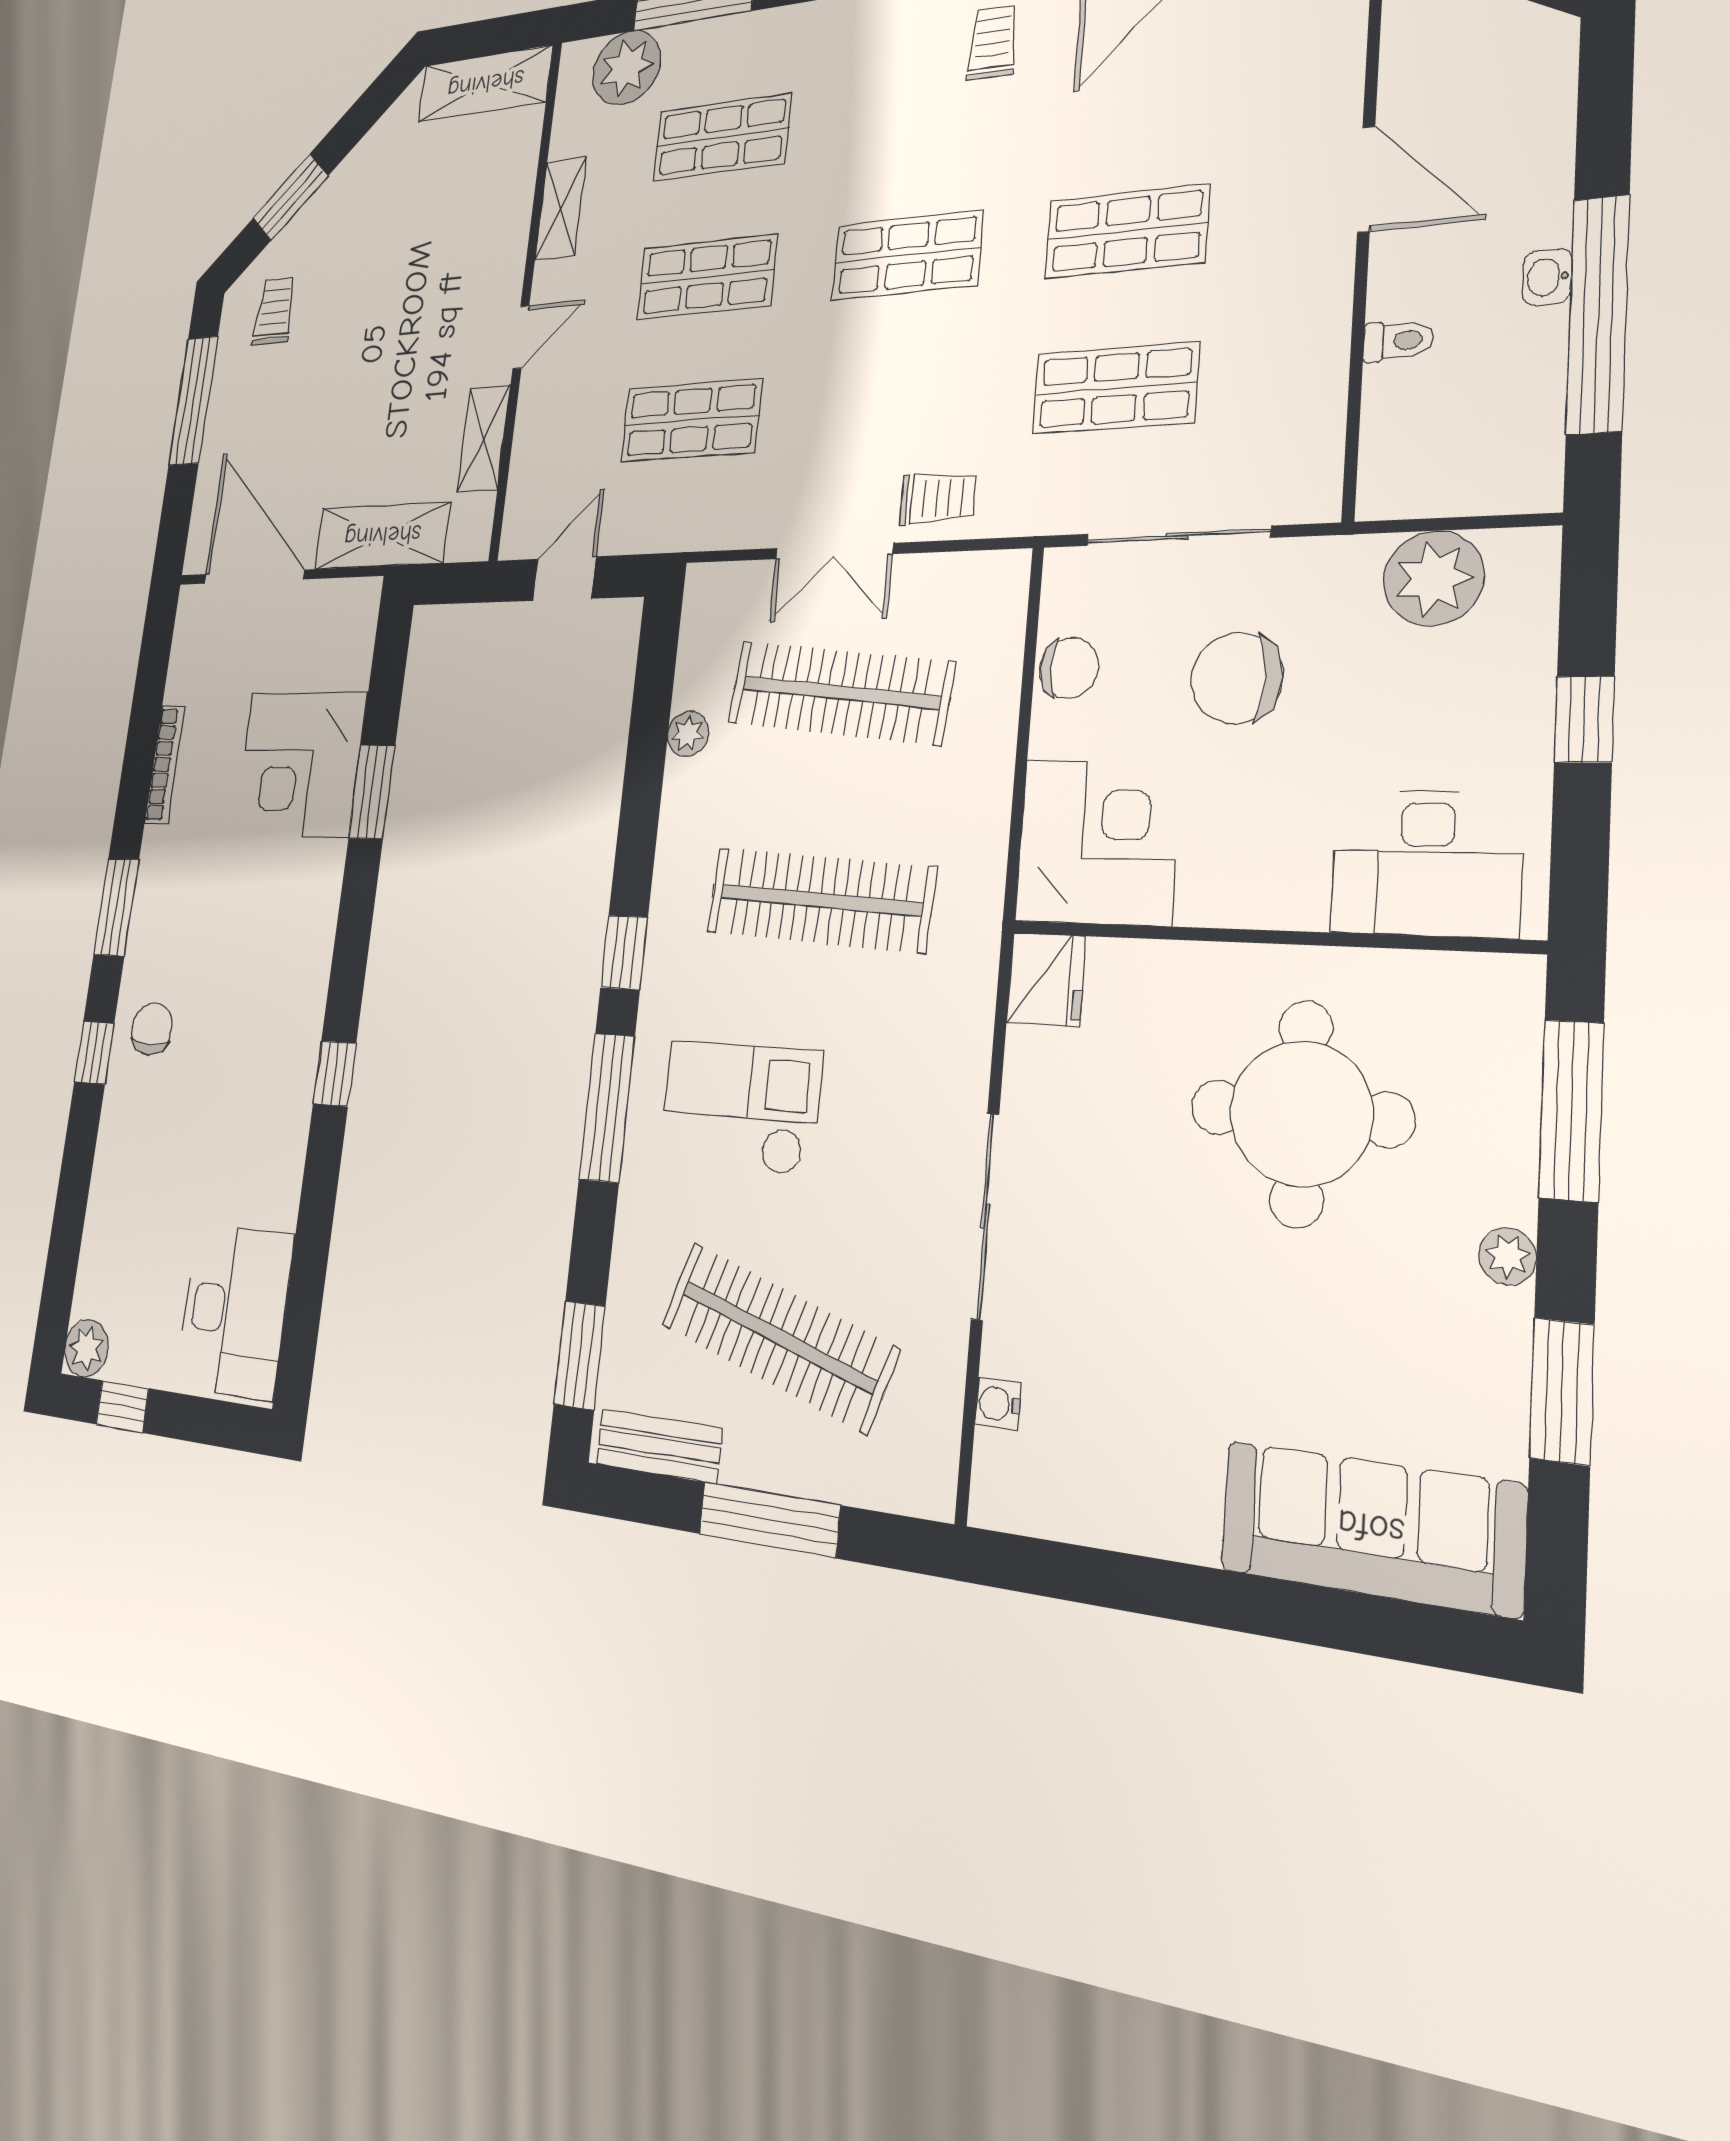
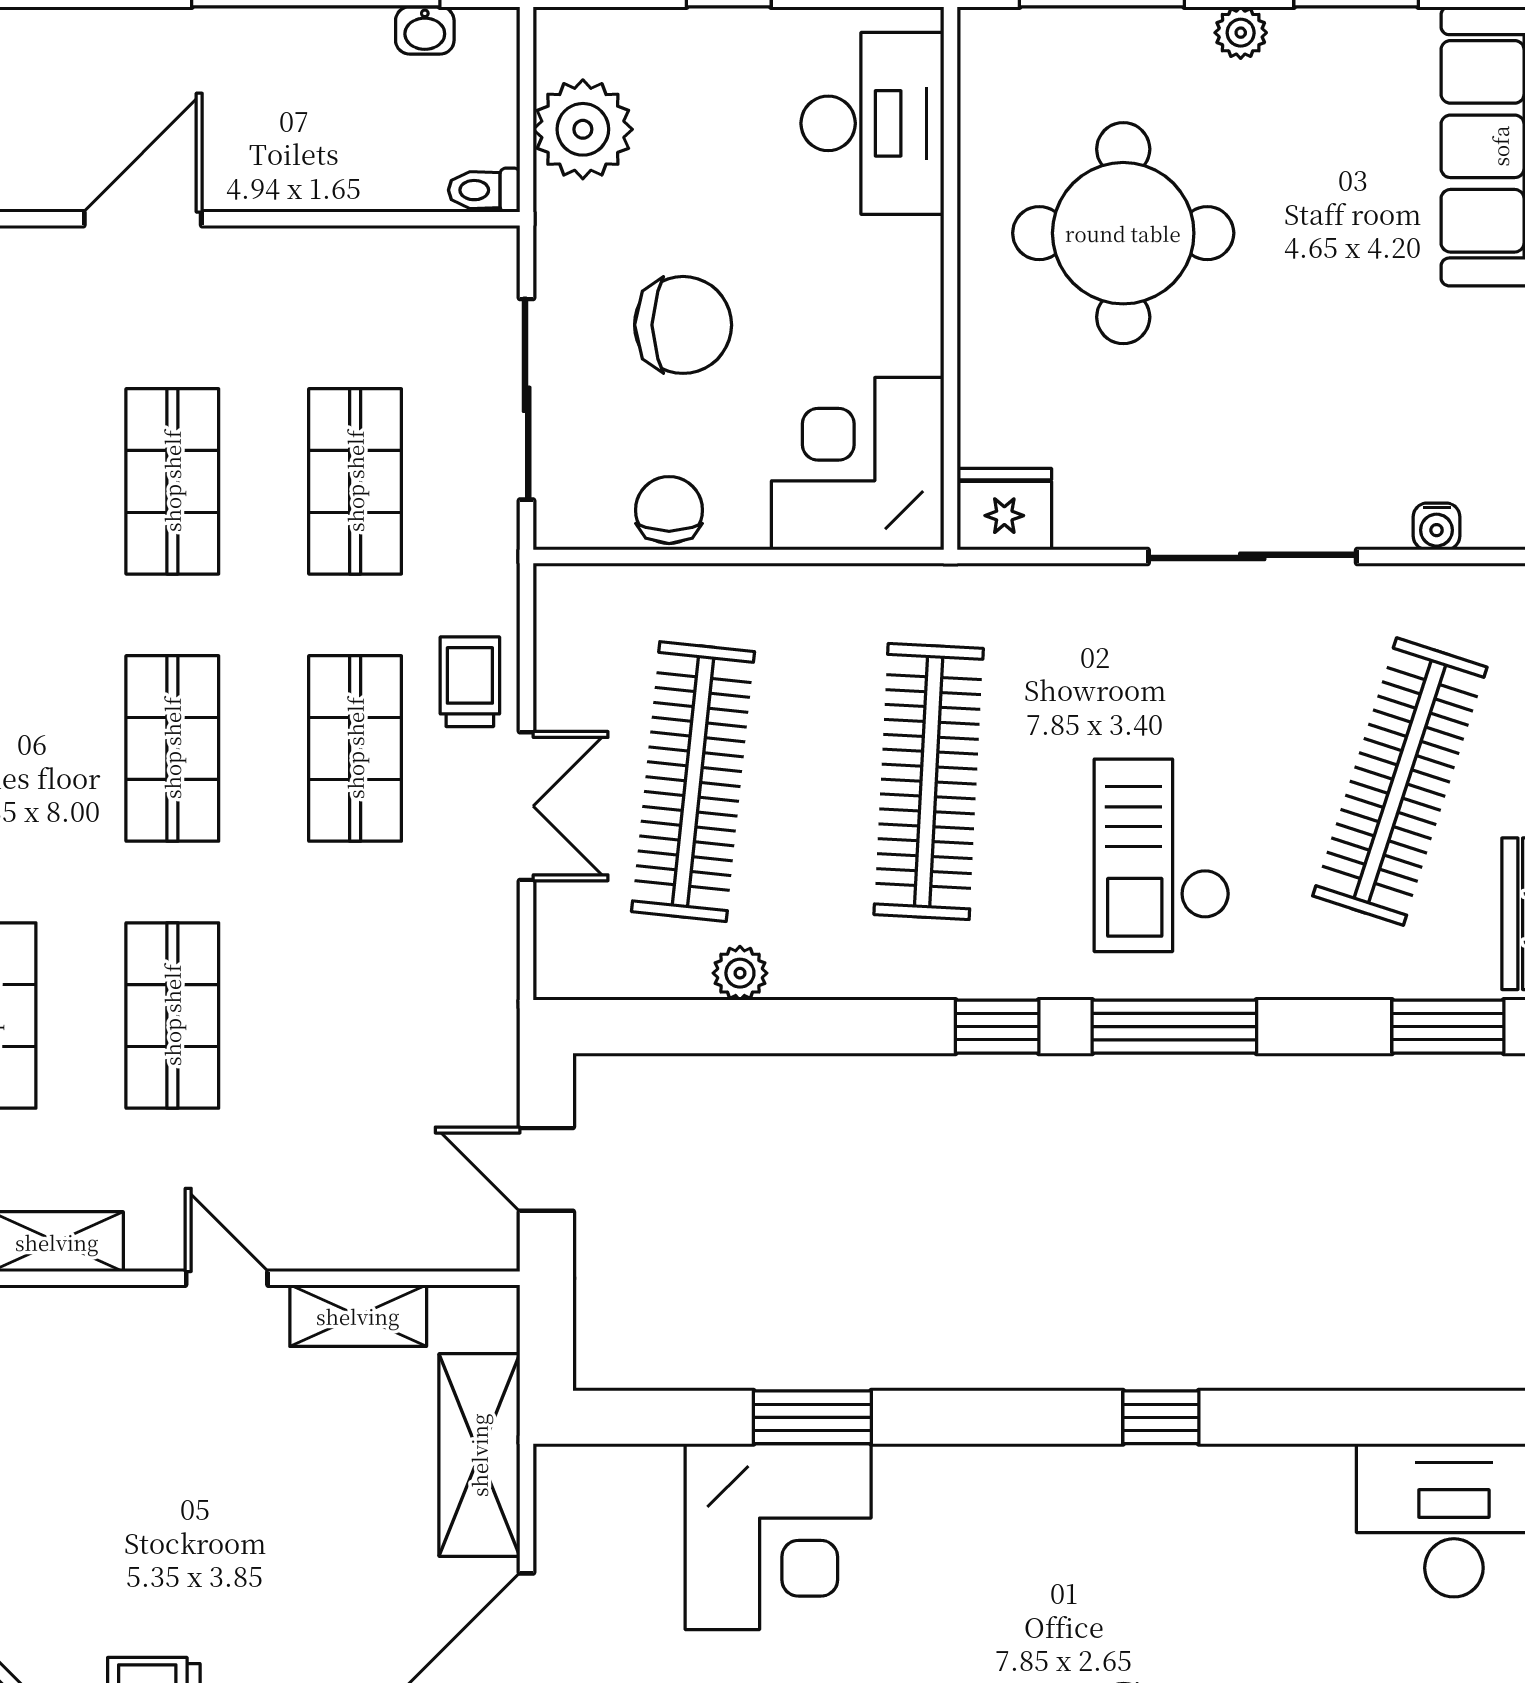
washbasin: (1547, 277) -> (425, 30), moved
toilet: (1398, 341) -> (484, 190), moved, turned -90
shop shelf: (691, 420) -> (355, 748), moved
chair: (1237, 678) -> (683, 325), turned -90

